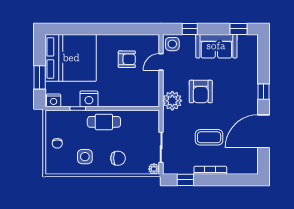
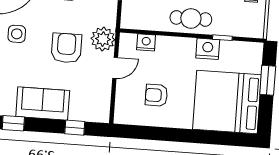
side table: (172, 44) -> (17, 34), moved
door: (161, 62) -> (115, 68), moved
nightstand: (54, 100) -> (146, 42), moved

